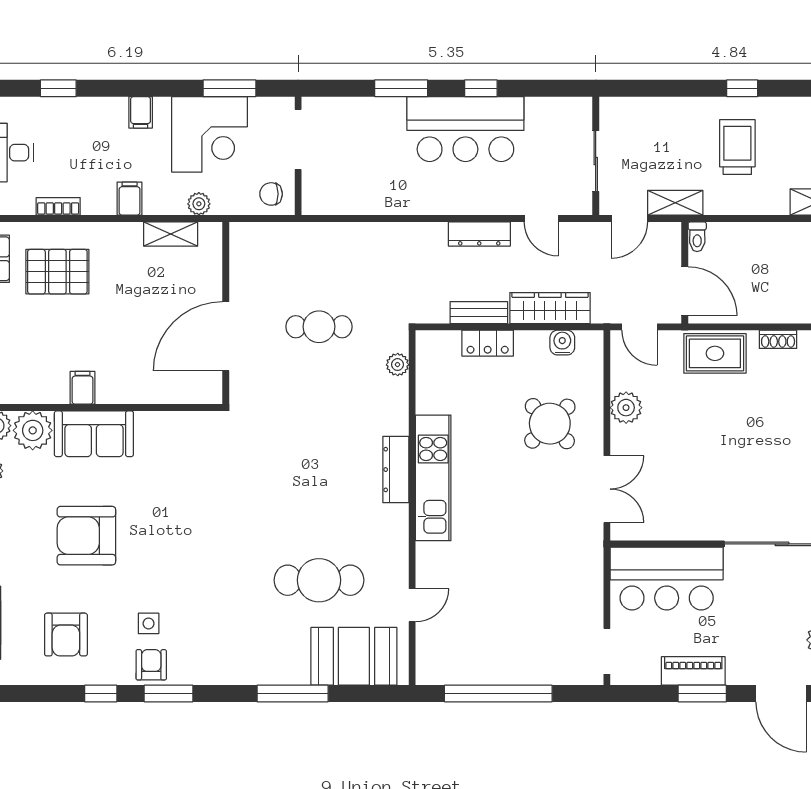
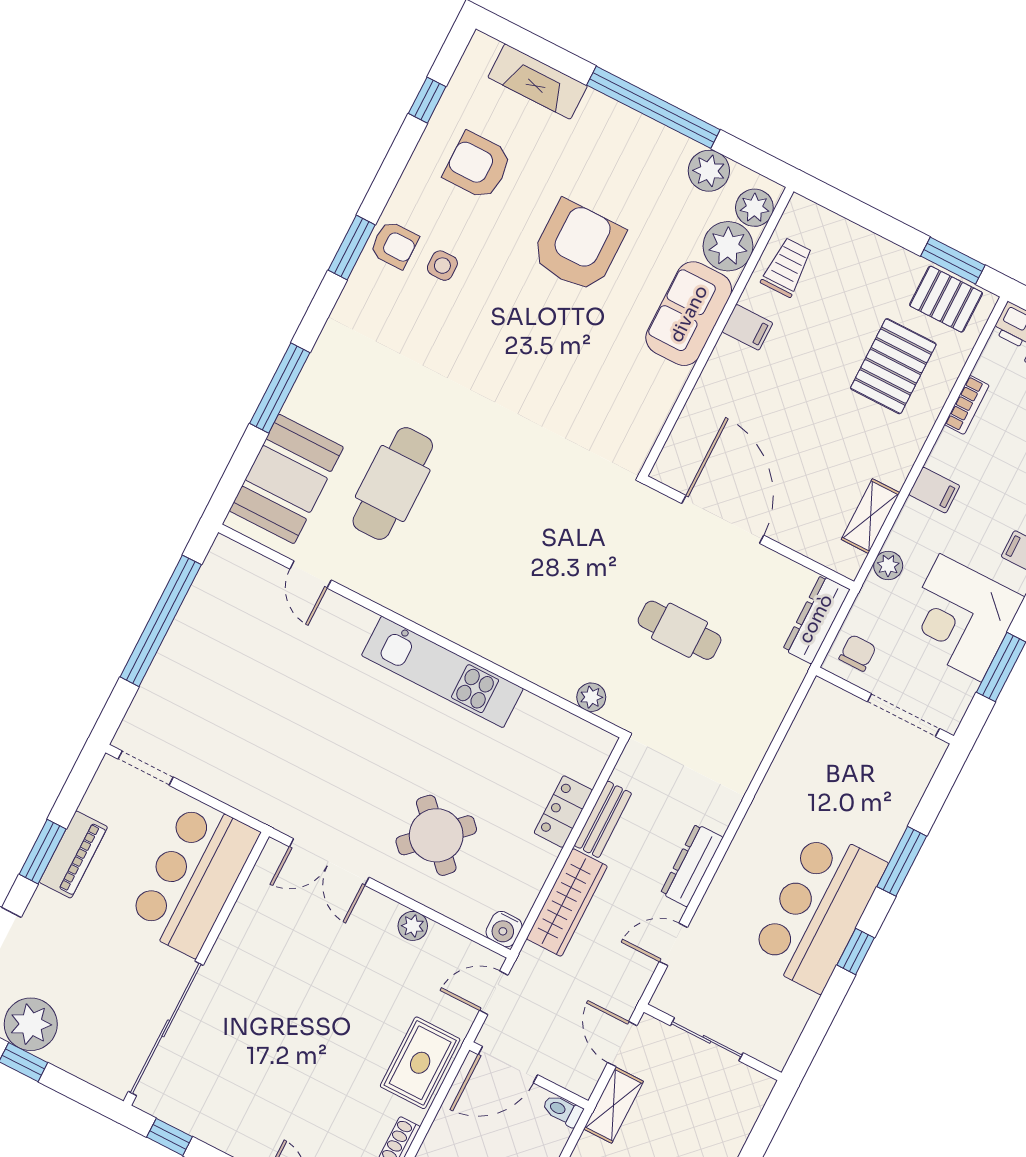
cafe table: (319, 327) -> (680, 630), turned 90
water cooler: (562, 343) -> (504, 929), moved, turned 90
trolley: (26, 382) -> (787, 267), added
plant: (626, 408) -> (413, 926), width x0.73, depth x0.73
dresser: (396, 470) -> (816, 619), moved, turned -90
window: (101, 693) -> (427, 100), moved

